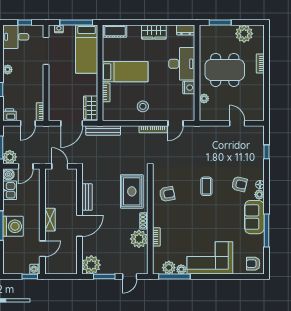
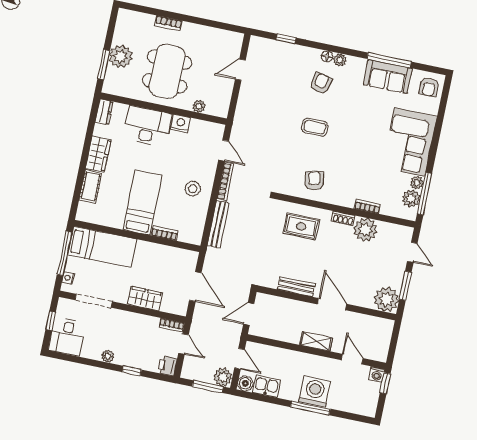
cot: (115, 31) -> (90, 187), moved
plant: (244, 34) -> (121, 57), moved
wardrobe: (91, 108) -> (145, 299), moved, turned 180
bench: (103, 130) -> (218, 224), moved
rug: (132, 191) -> (301, 226), width x0.73, depth x0.70
sofa: (254, 217) -> (388, 77), moved

